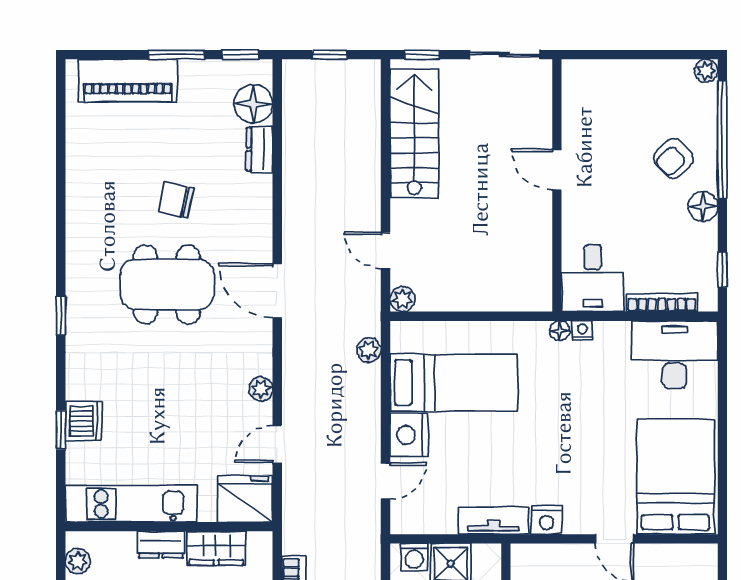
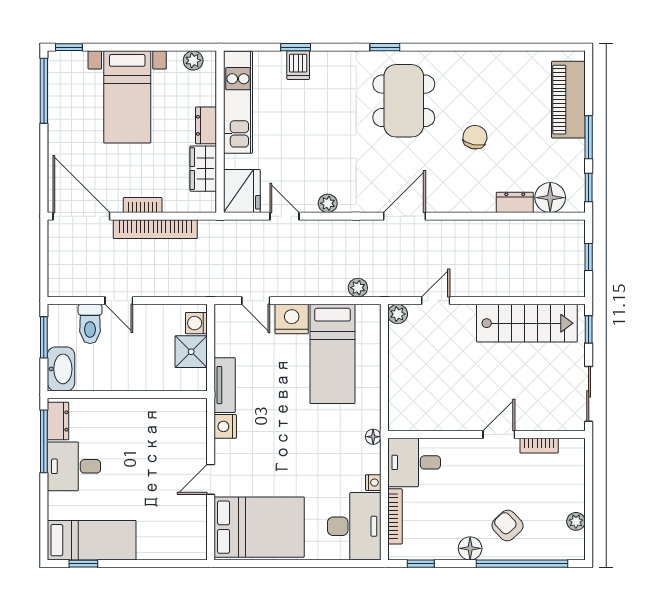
plant: (706, 71) -> (576, 521), moved
bookcase: (571, 118) -> (539, 446), added
dining table: (167, 284) -> (404, 101), moved
nightstand: (582, 330) -> (373, 483), moved
dishwasher: (84, 421) -> (298, 65), width x0.73

